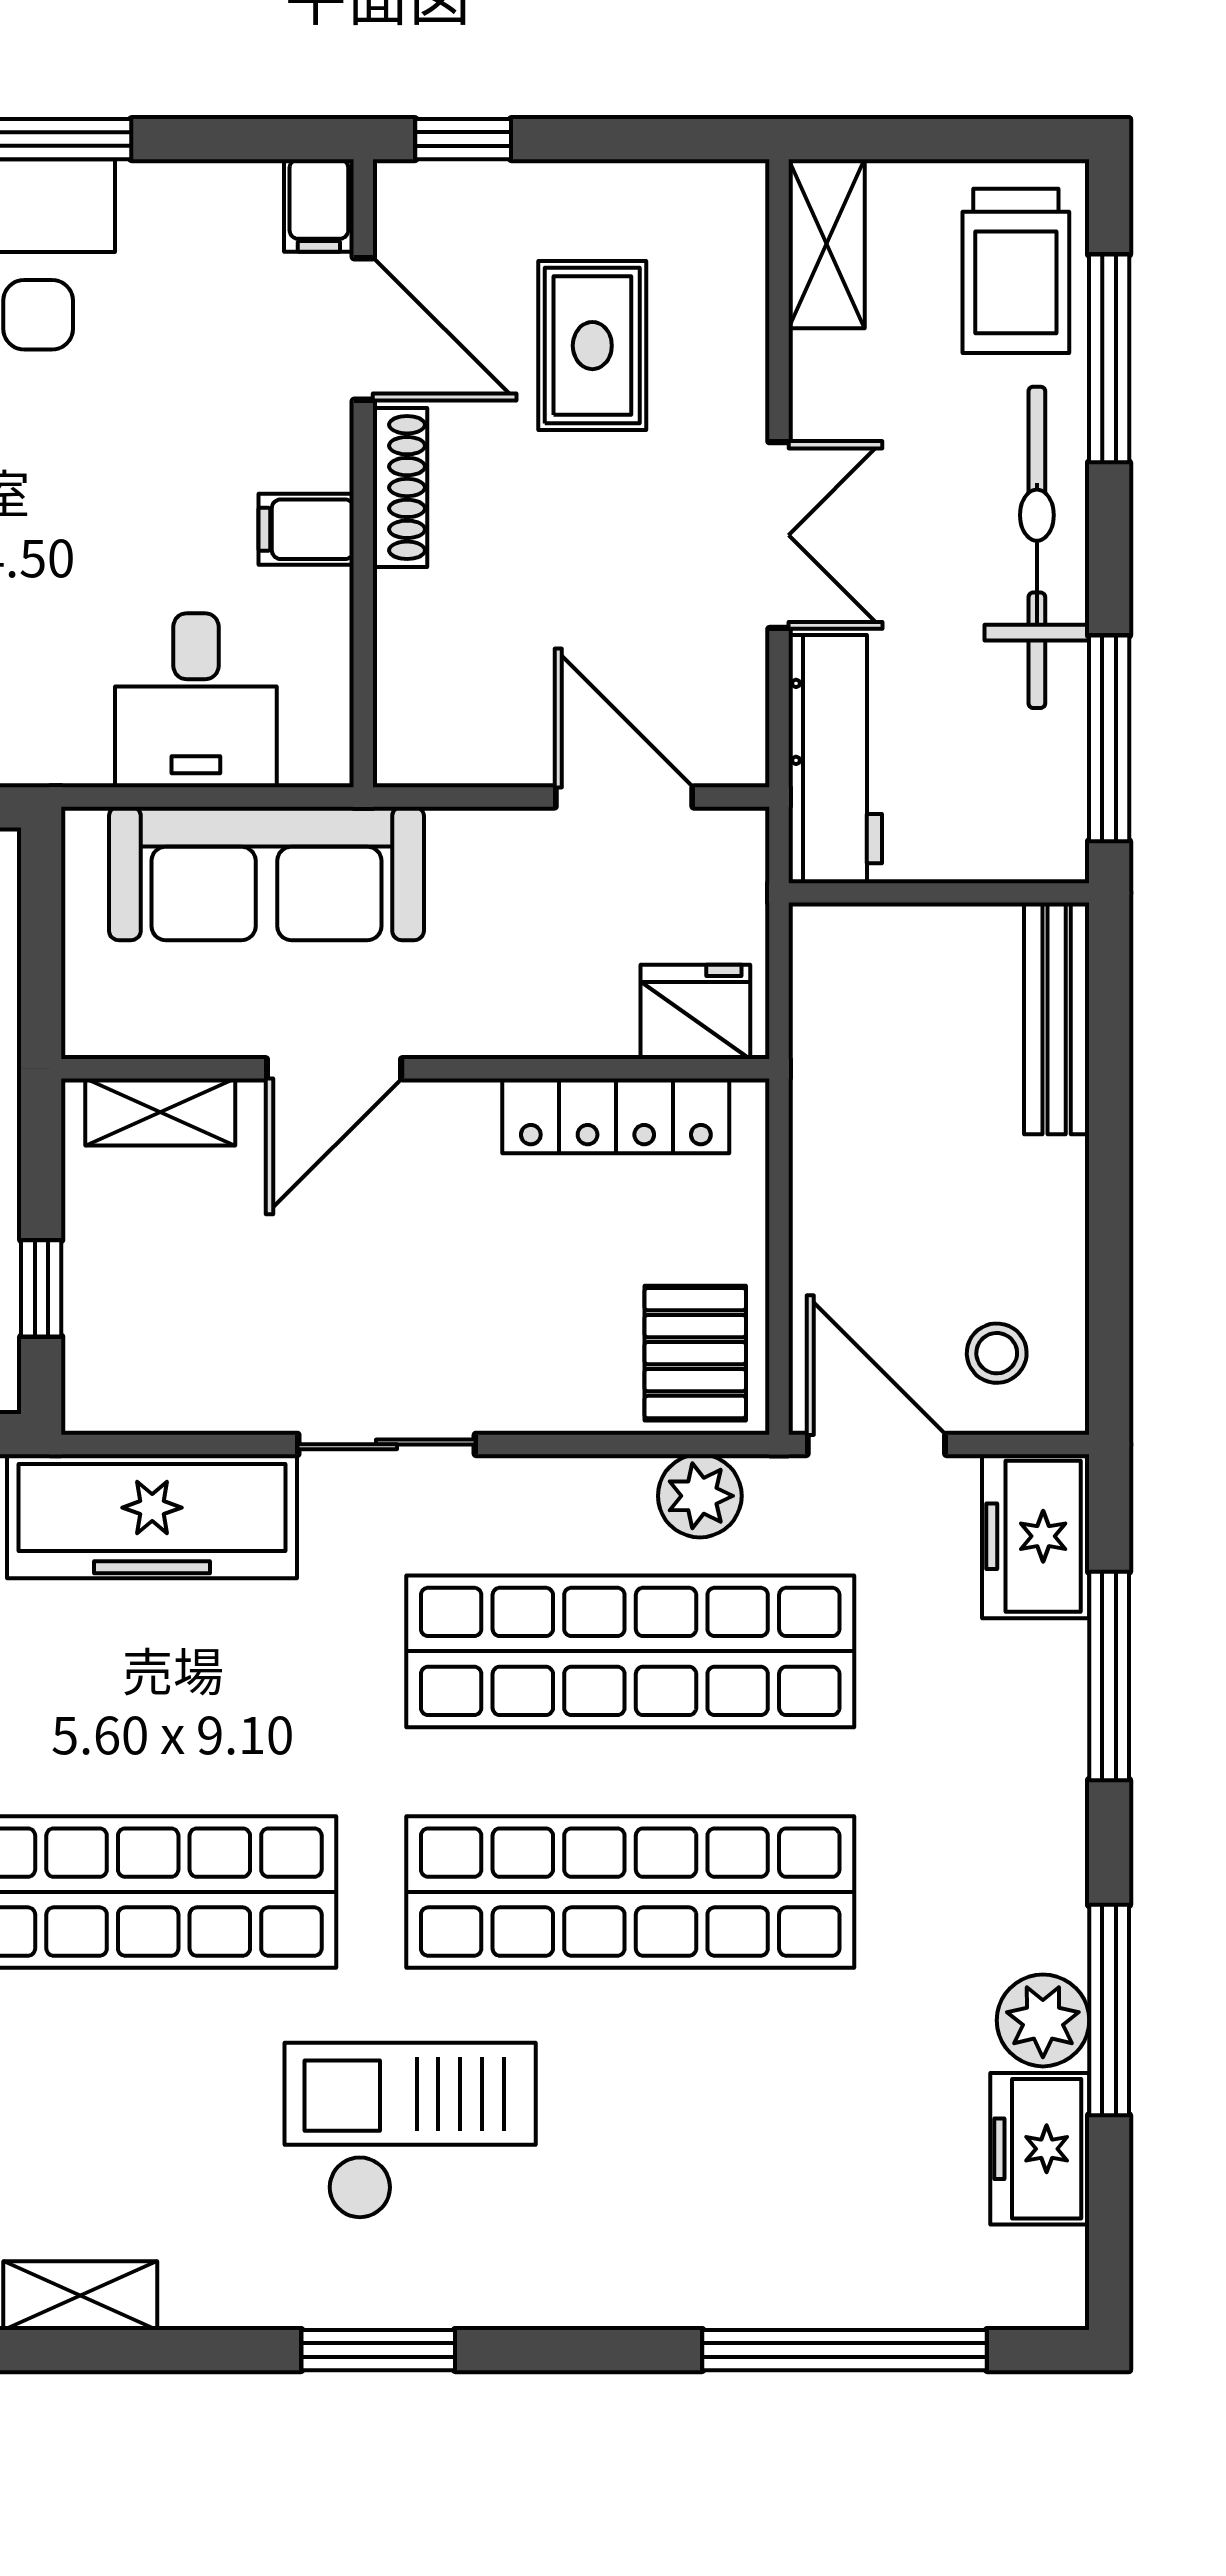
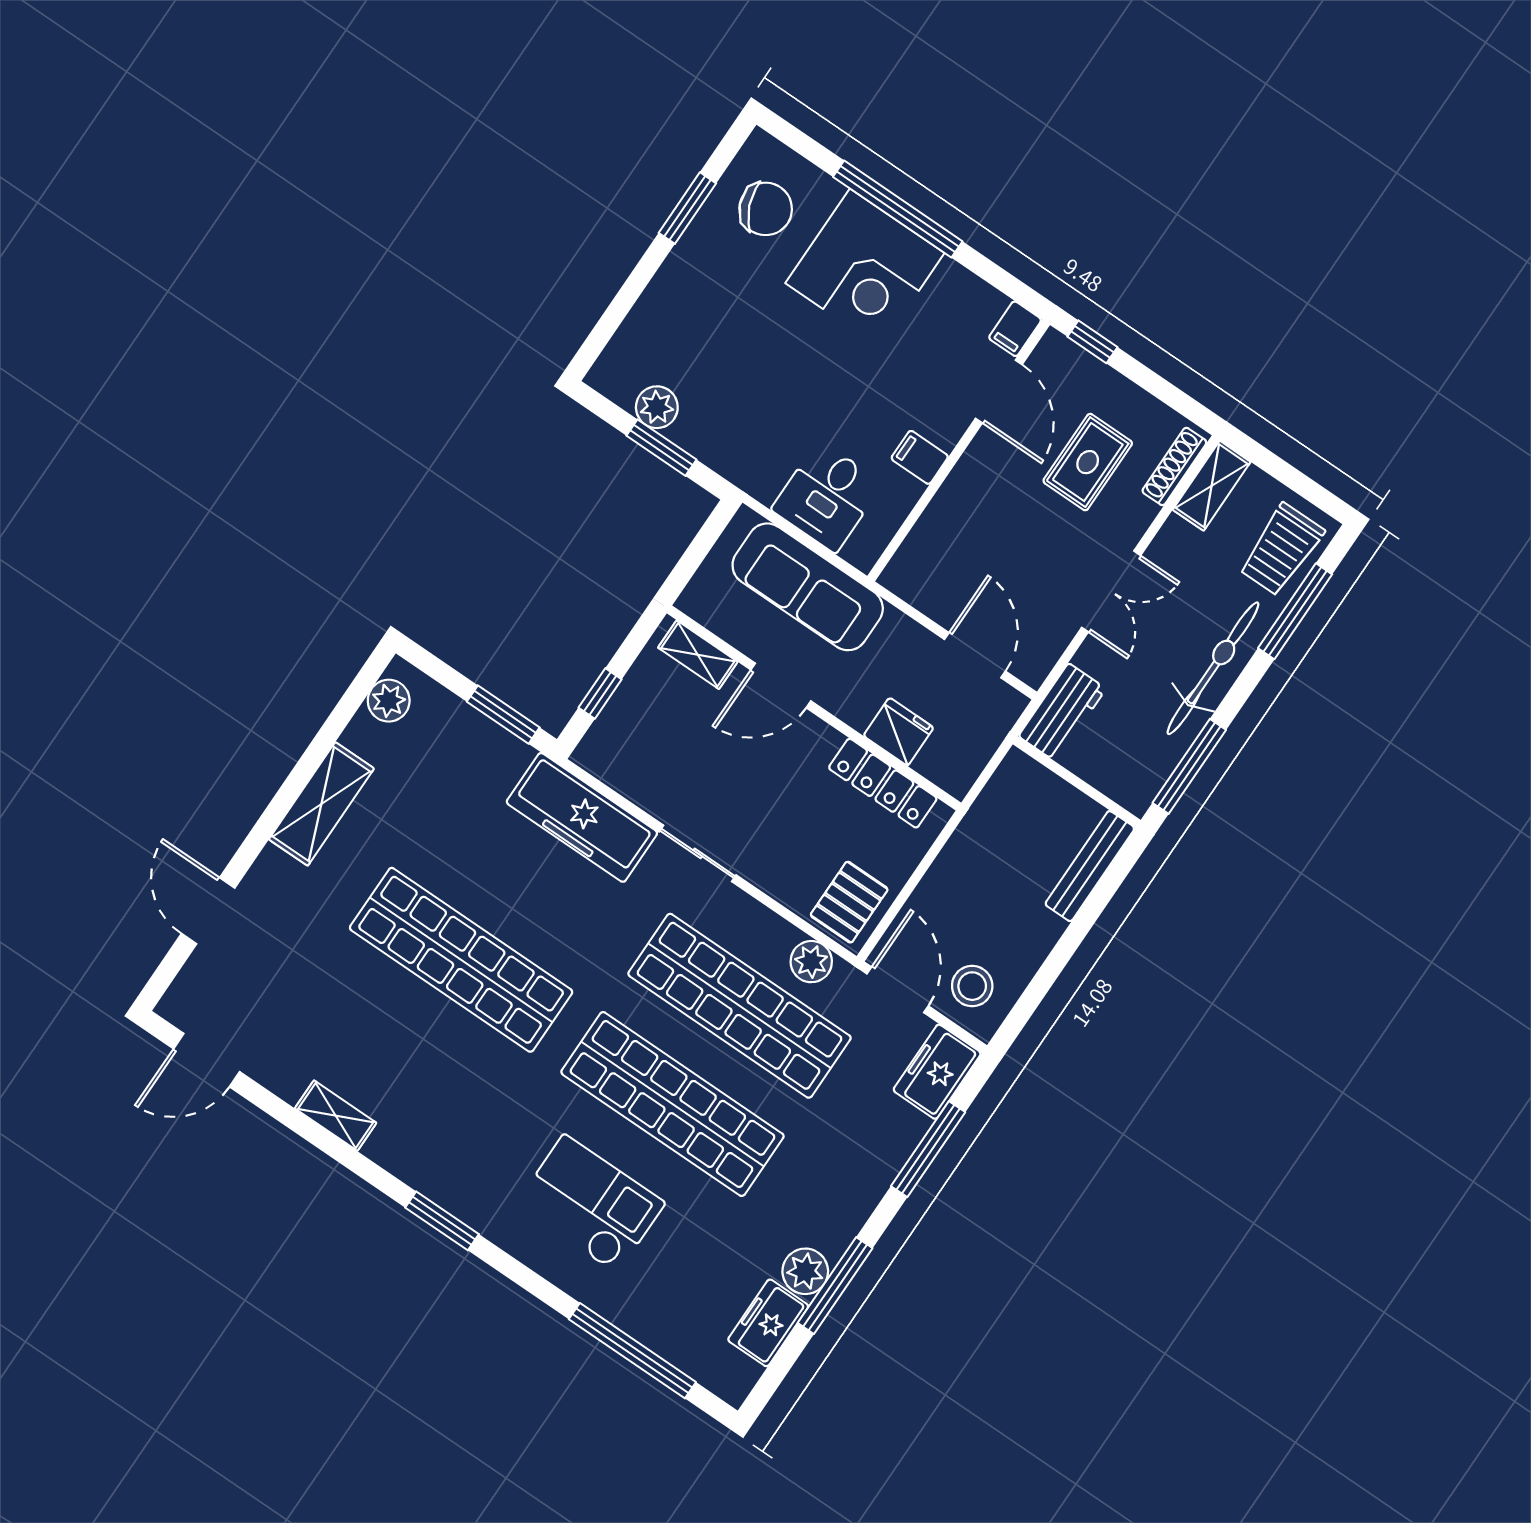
shoe rack: (400, 488) -> (1174, 467), moved, turned 180
workbench: (835, 759) -> (1062, 712), width x0.73
fridge: (695, 1012) -> (899, 732), moved
stool: (997, 1353) -> (972, 986), width x1.37, depth x1.37
checkout: (410, 2131) -> (590, 1204), moved

